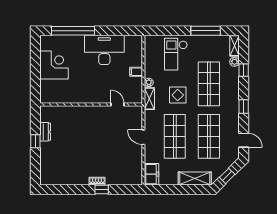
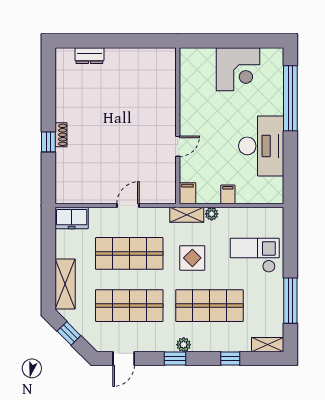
plant: (235, 62) -> (184, 345), moved
filing cabinet: (135, 98) -> (187, 193), added
door: (118, 105) -> (178, 146), moved
dresser: (45, 132) -> (89, 56), moved
window: (35, 141) -> (122, 41), removed

